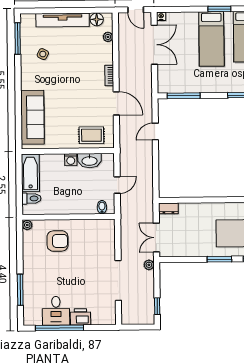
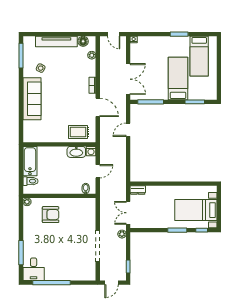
bed: (211, 39) -> (178, 78), moved, turned 180
double door: (154, 45) -> (128, 79), moved
sofa: (32, 117) -> (32, 99), moved
washing machine: (71, 160) -> (91, 151), moved
desk: (56, 311) -> (34, 269), moved
printer: (80, 317) -> (68, 274), removed
door: (136, 327) -> (112, 283), added

